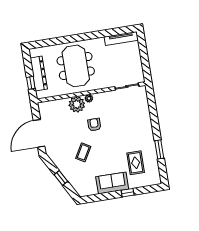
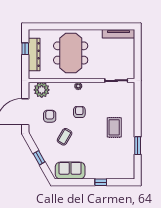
window: (31, 83) -> (25, 49), moved
plant: (77, 104) -> (42, 90), moved
armchair: (65, 134) -> (50, 116), added
rug: (136, 163) -> (114, 127), moved
sofa: (112, 183) -> (70, 171), moved

